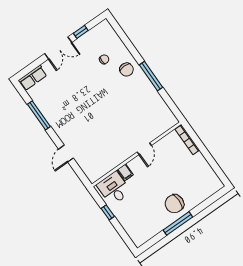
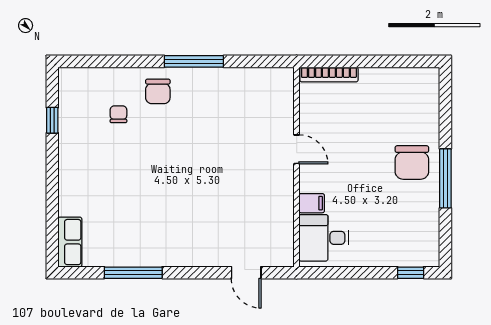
double door: (58, 48) -> (52, 172), removed
chair: (127, 70) -> (158, 91), turned 90
door: (66, 154) -> (246, 273), moved
window: (108, 212) -> (411, 273), moved

